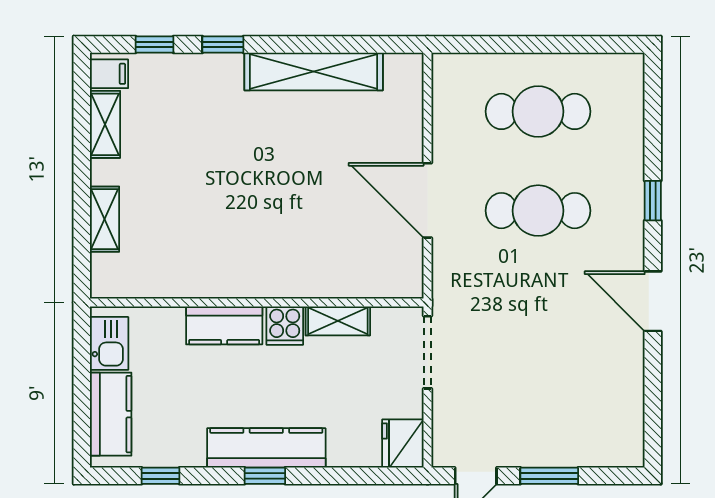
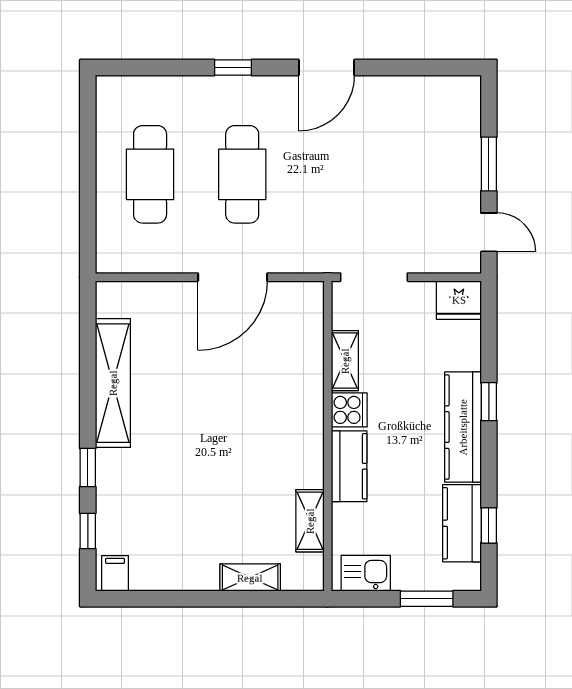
shelving: (105, 124) -> (310, 521), moved, turned 90
window: (82, 409) -> (427, 599), added
kitchen counter: (111, 414) -> (462, 523), moved, turned -90
window: (265, 476) -> (489, 402), moved

